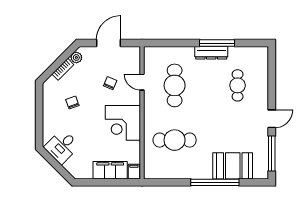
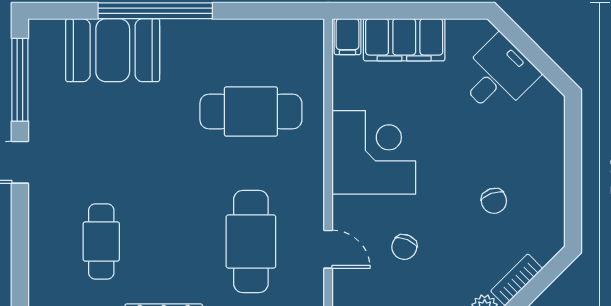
desk: (62, 146) -> (498, 76), moved

